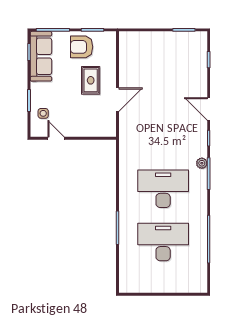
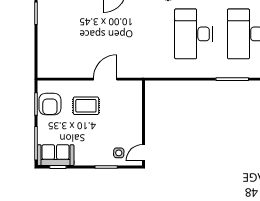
armchair: (82, 47) -> (50, 104), moved
sofa: (41, 56) -> (56, 155), width x0.73
door: (117, 100) -> (105, 79), hinge flipped
door: (56, 138) -> (143, 153), moved

